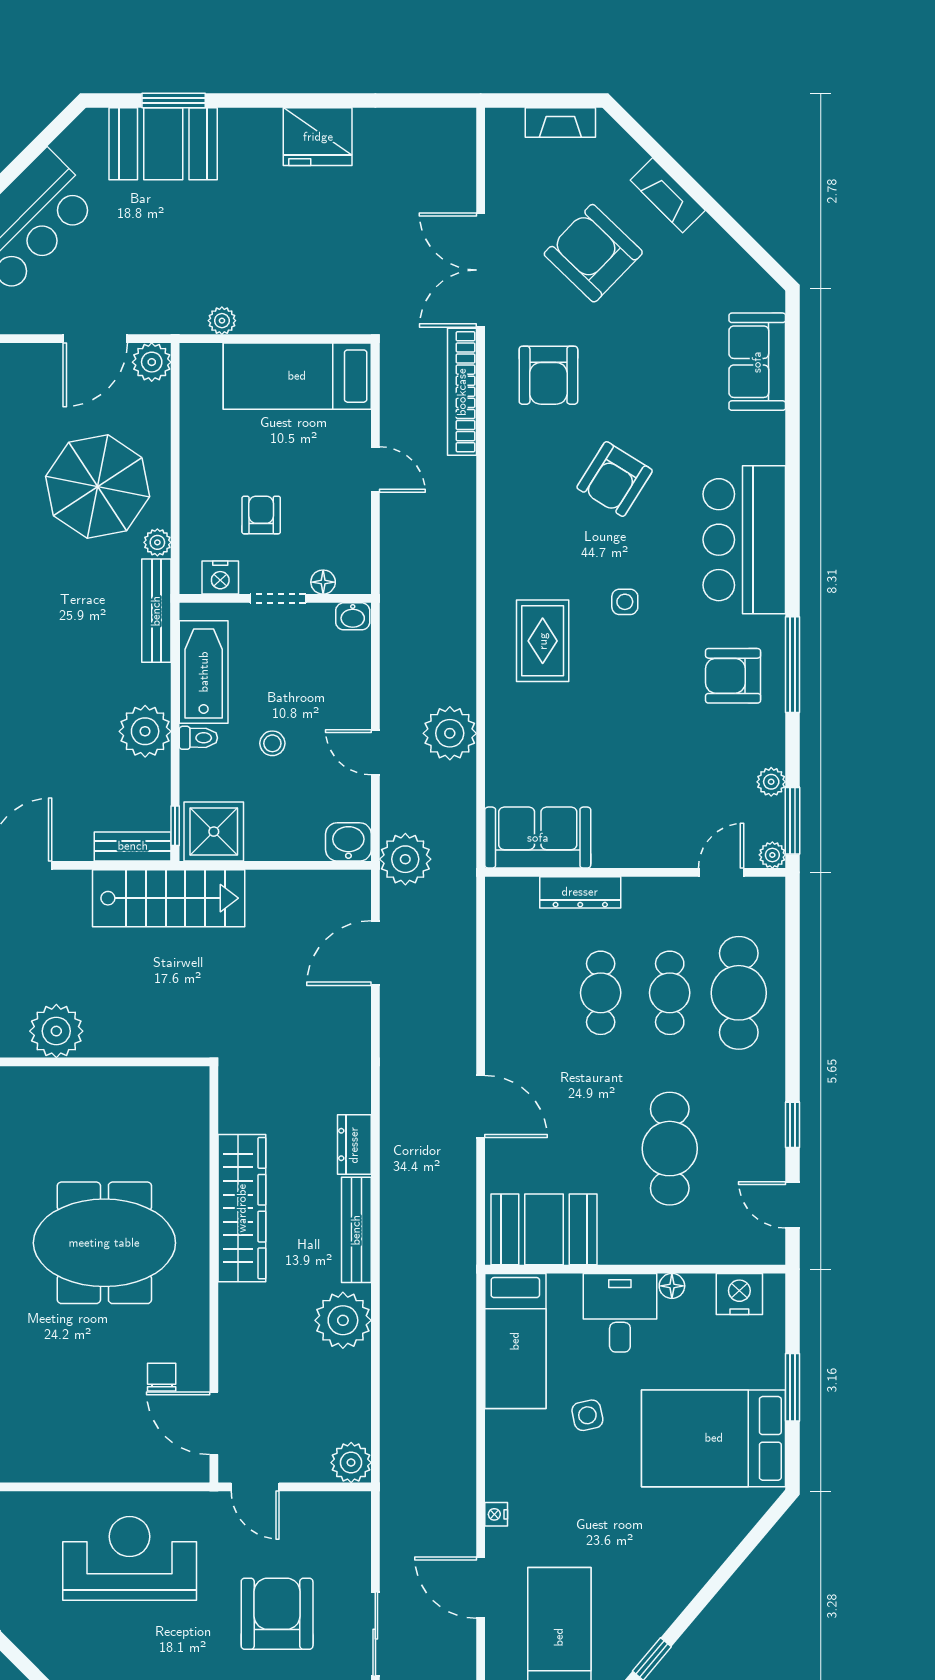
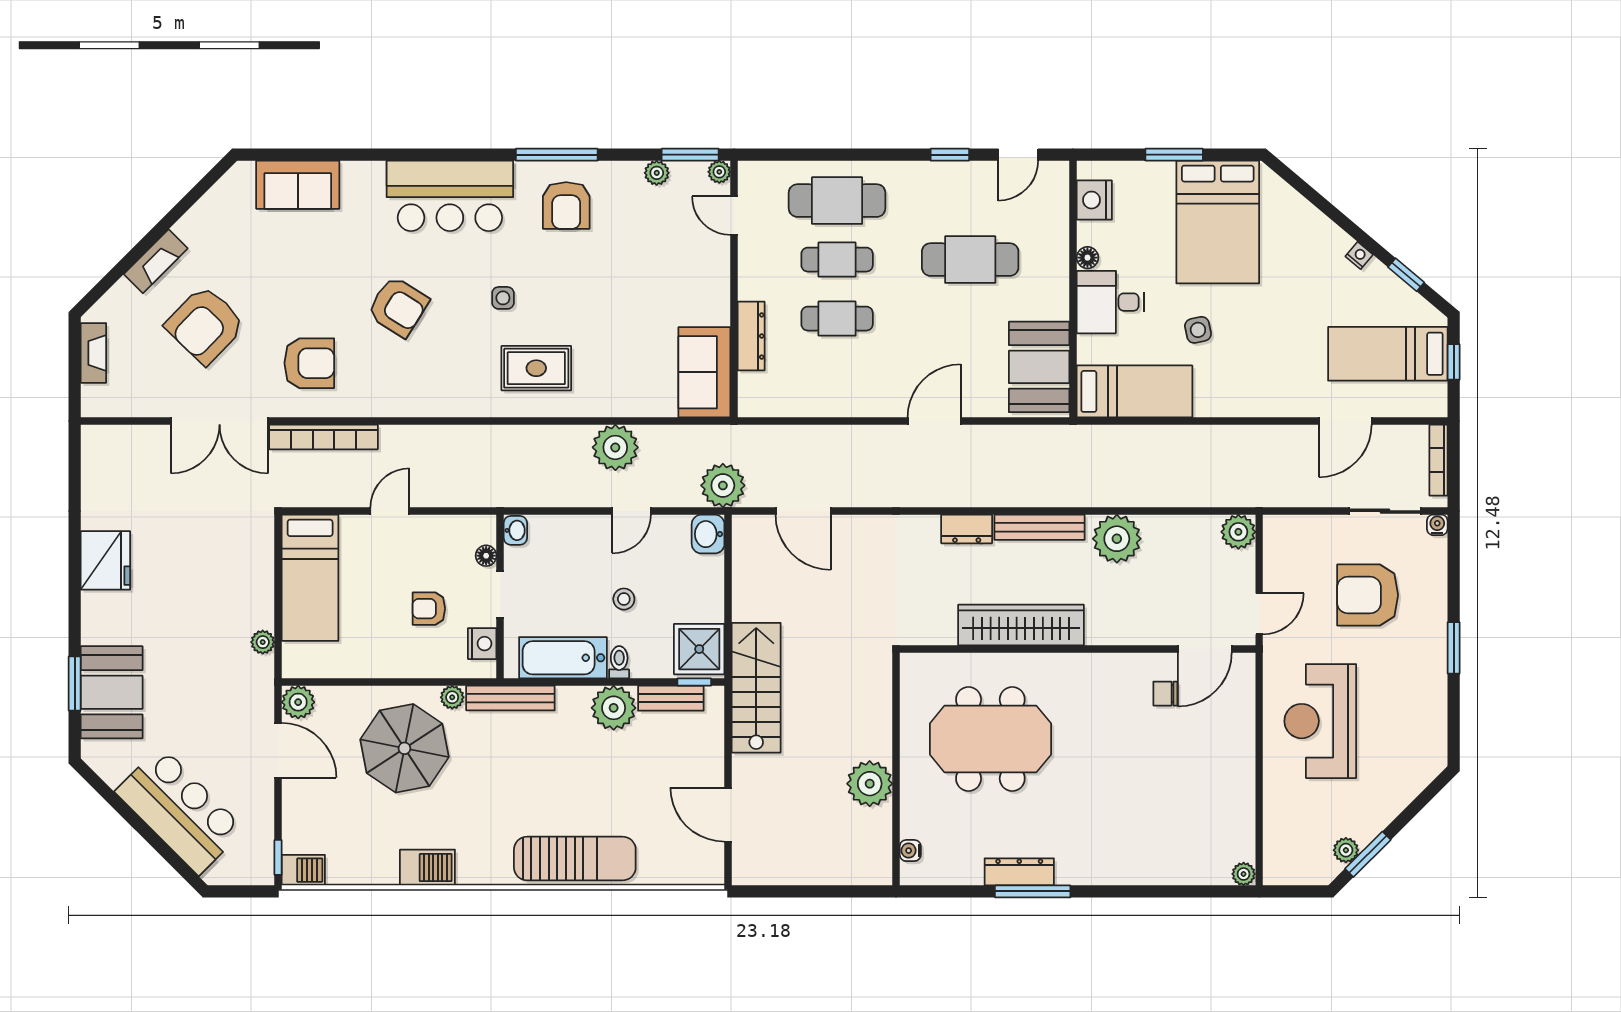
bench: (133, 846) -> (671, 698), moved, turned 90
meeting table: (104, 1243) -> (990, 739), moved, turned 90
nightstand: (496, 1514) -> (1359, 255), moved, turned -140

